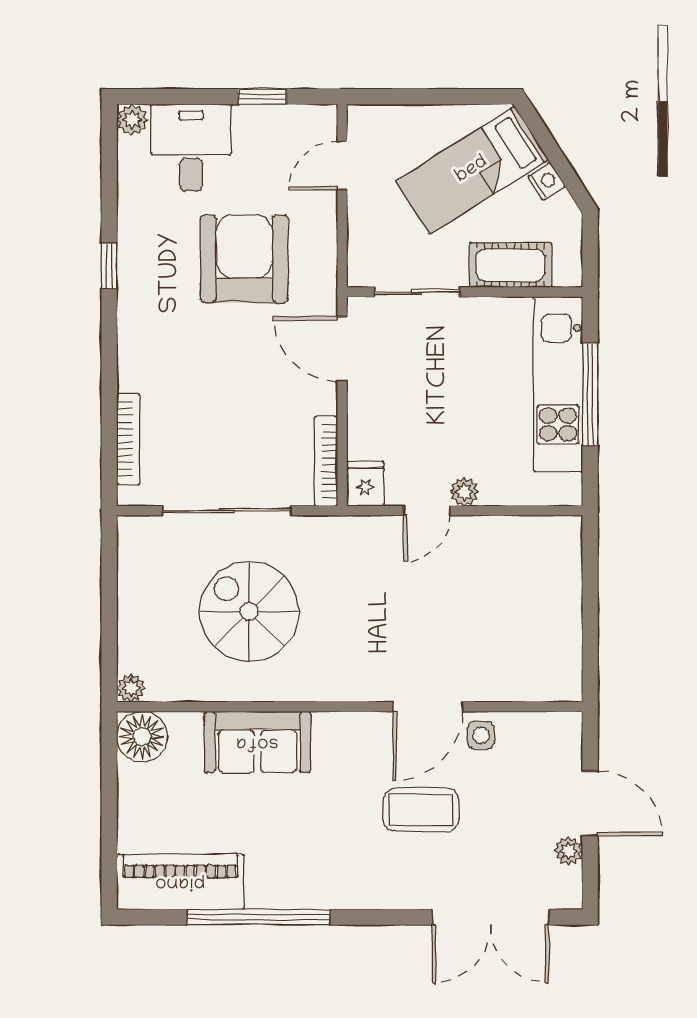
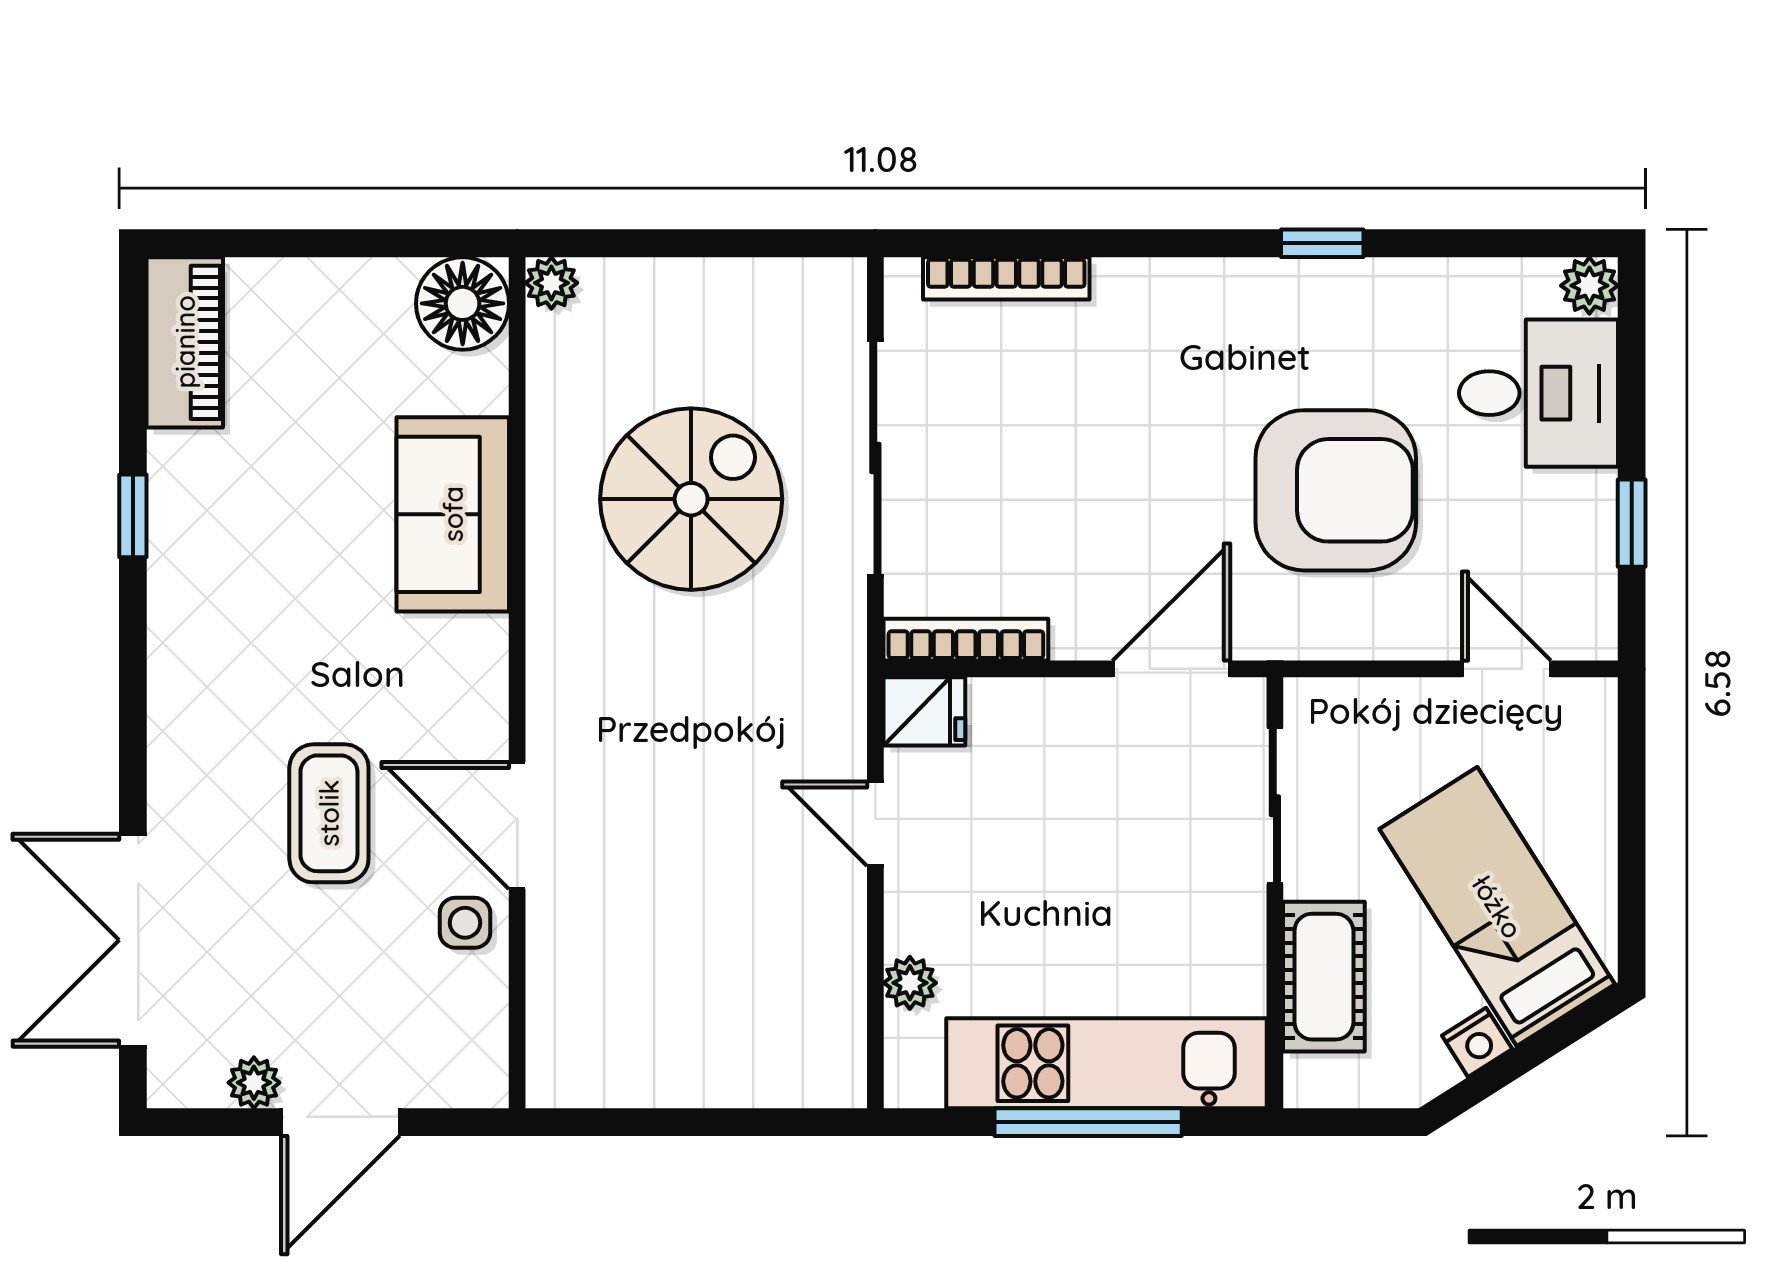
plant: (464, 492) -> (910, 983), moved
piano: (180, 882) -> (185, 342), width x0.73, depth x0.75
window: (258, 917) -> (133, 516), width x0.32

